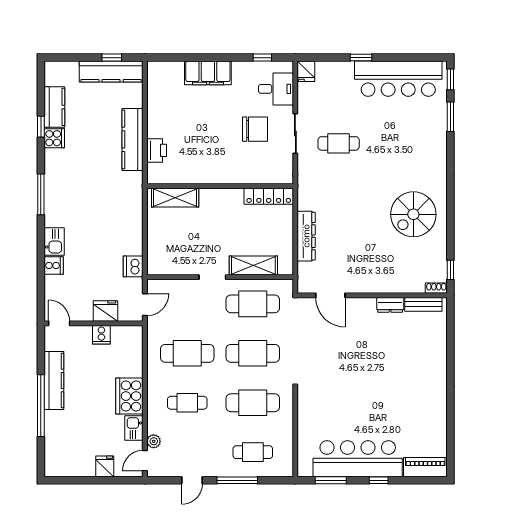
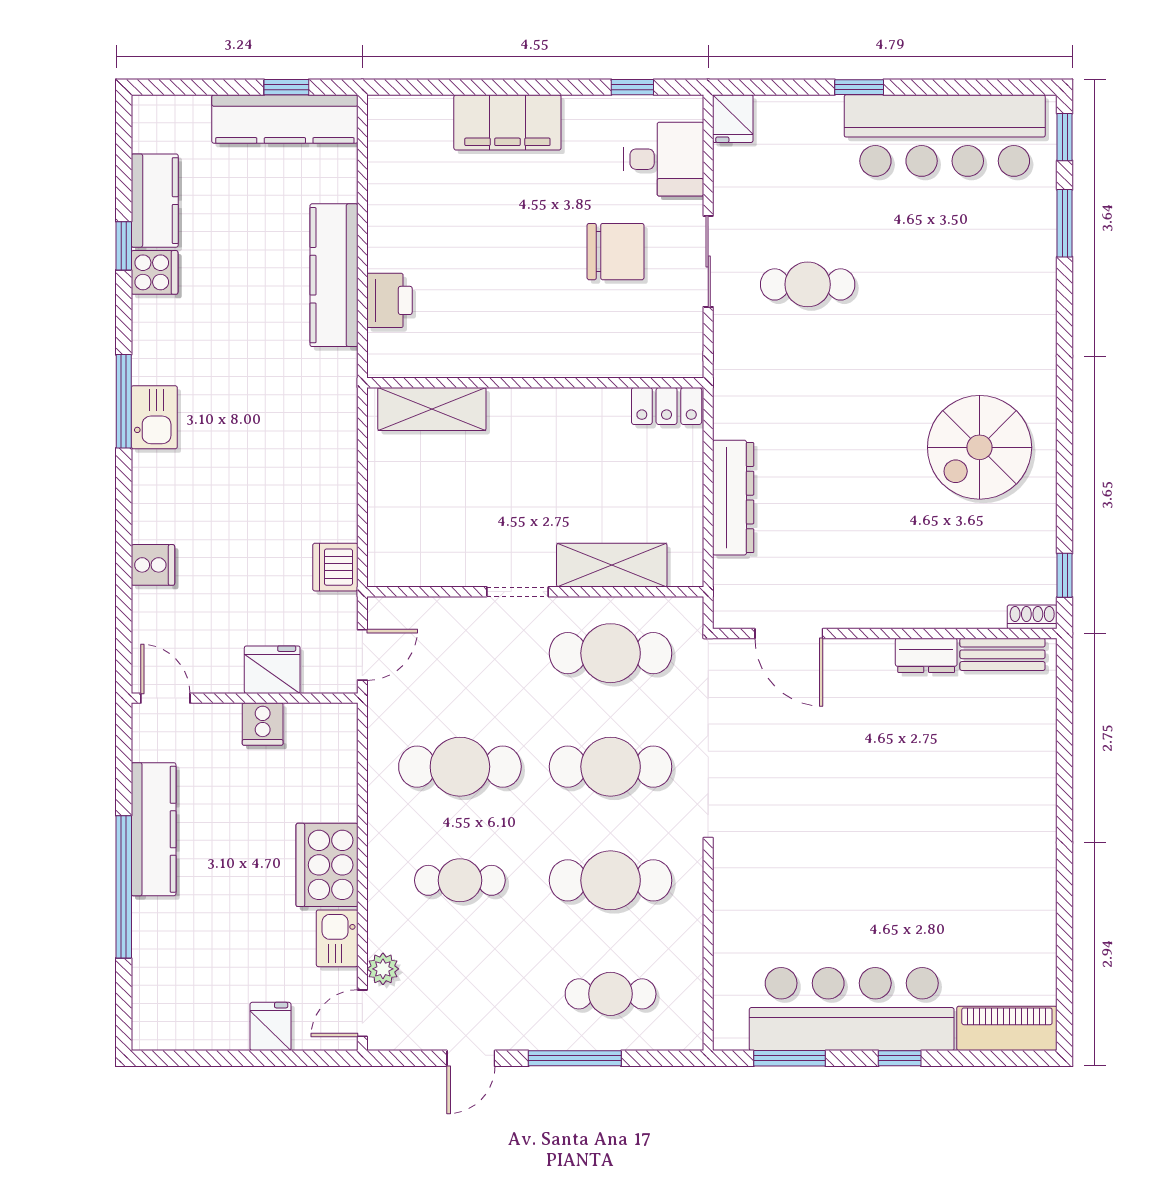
locker: (269, 196) -> (667, 406), width x0.66
kitchen sink: (54, 242) -> (154, 417), moved

